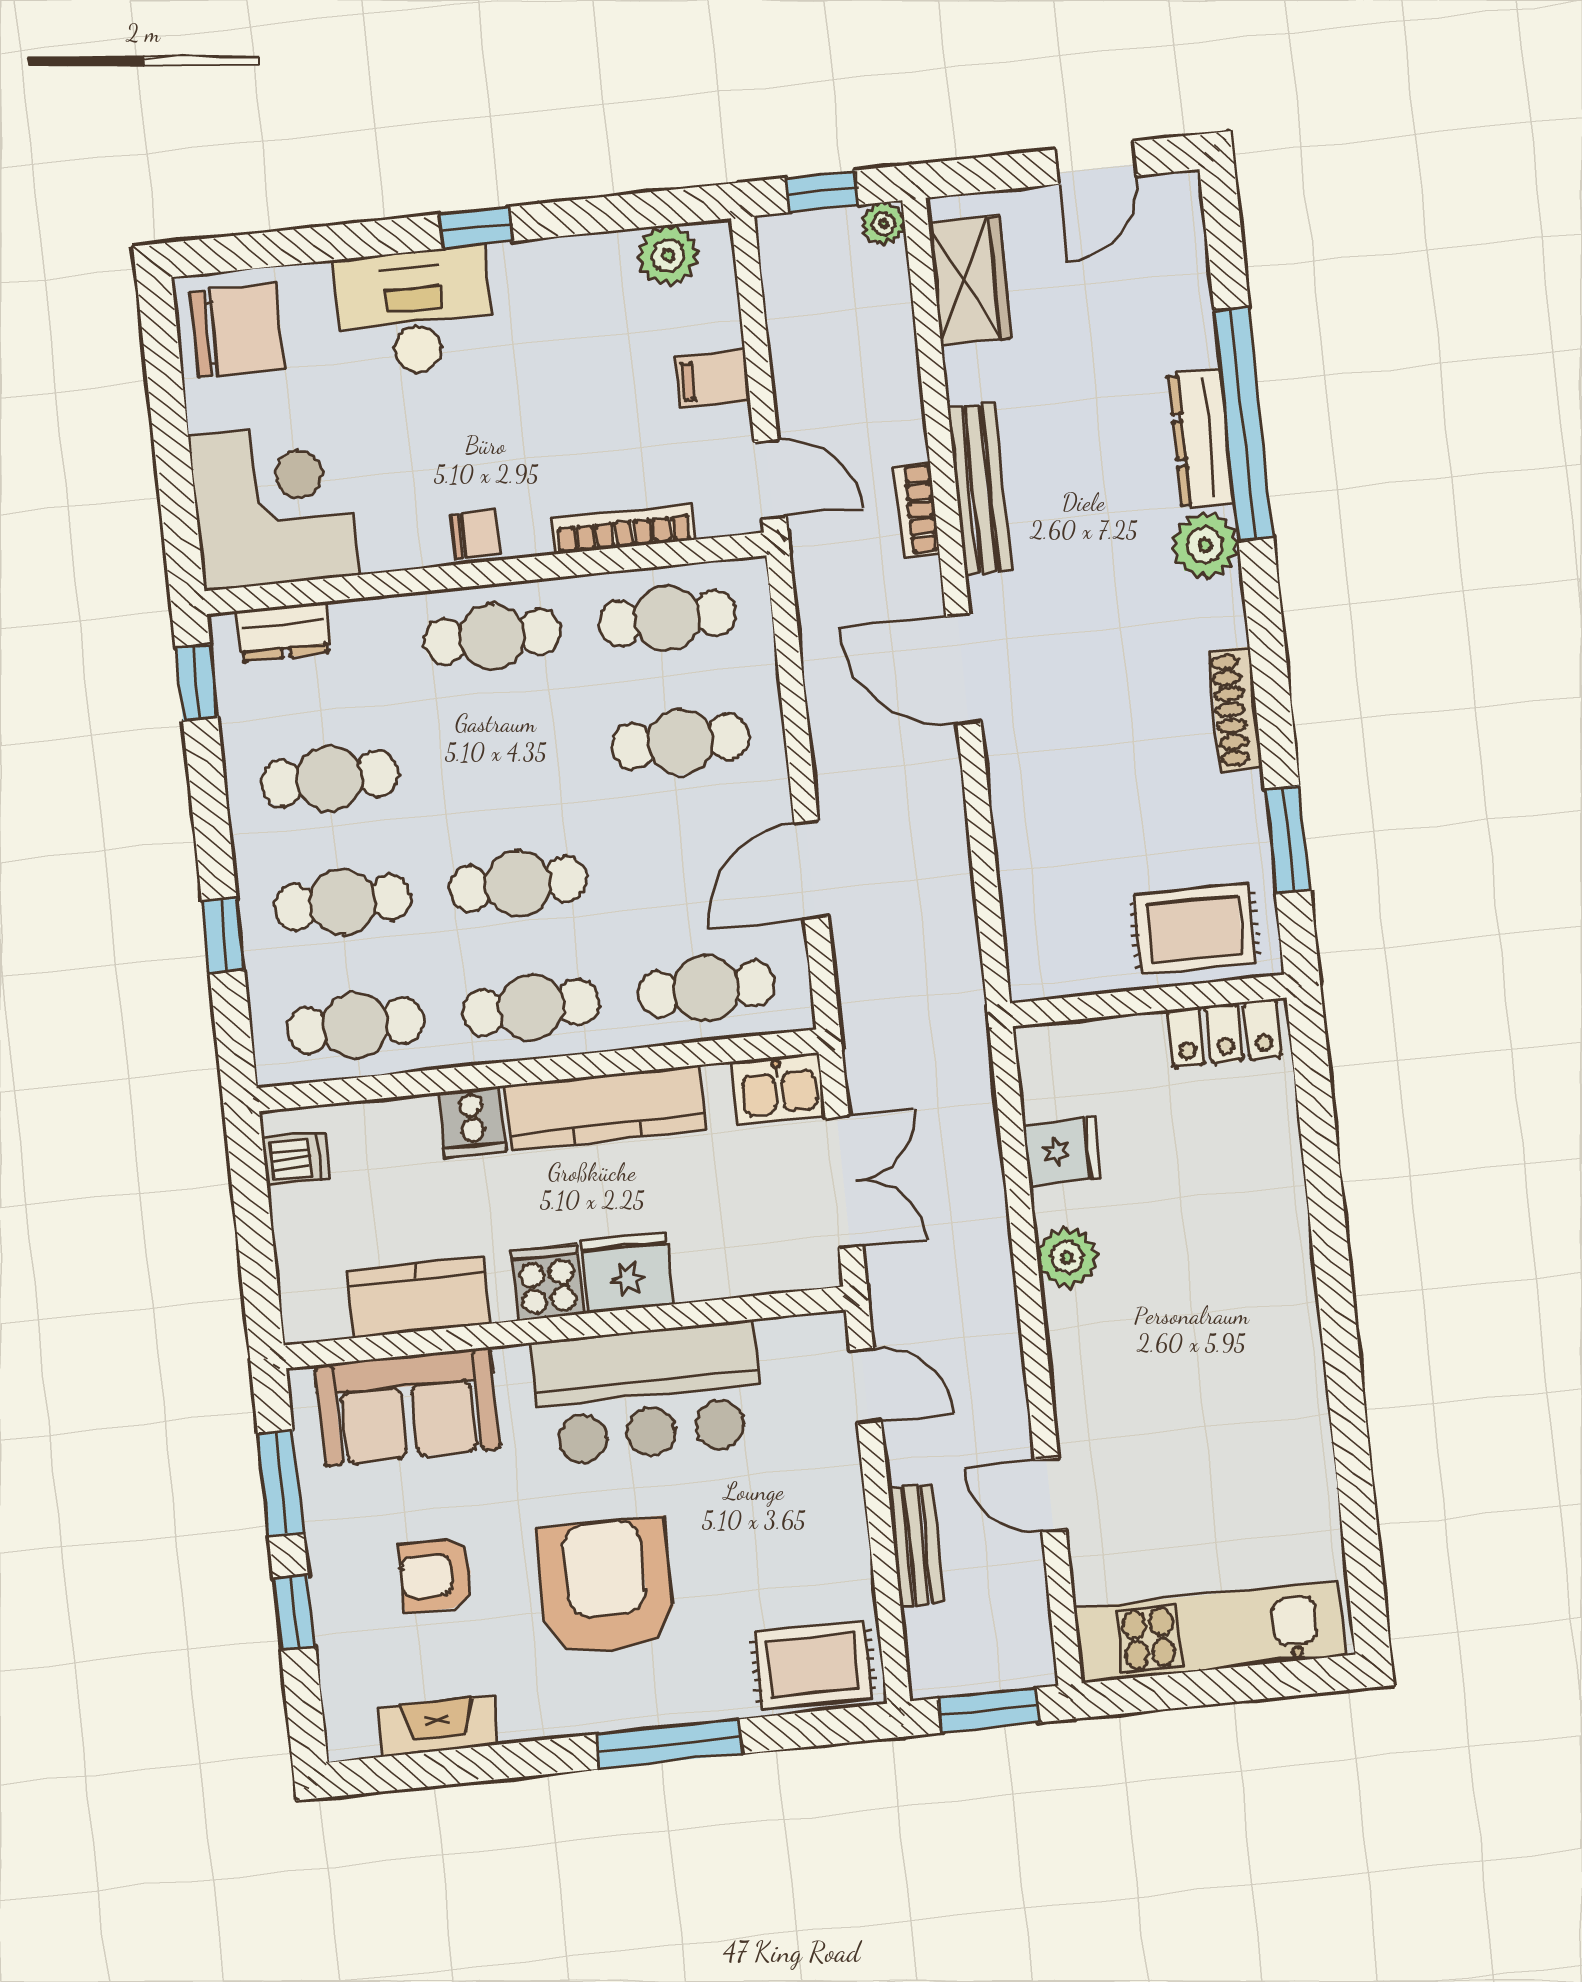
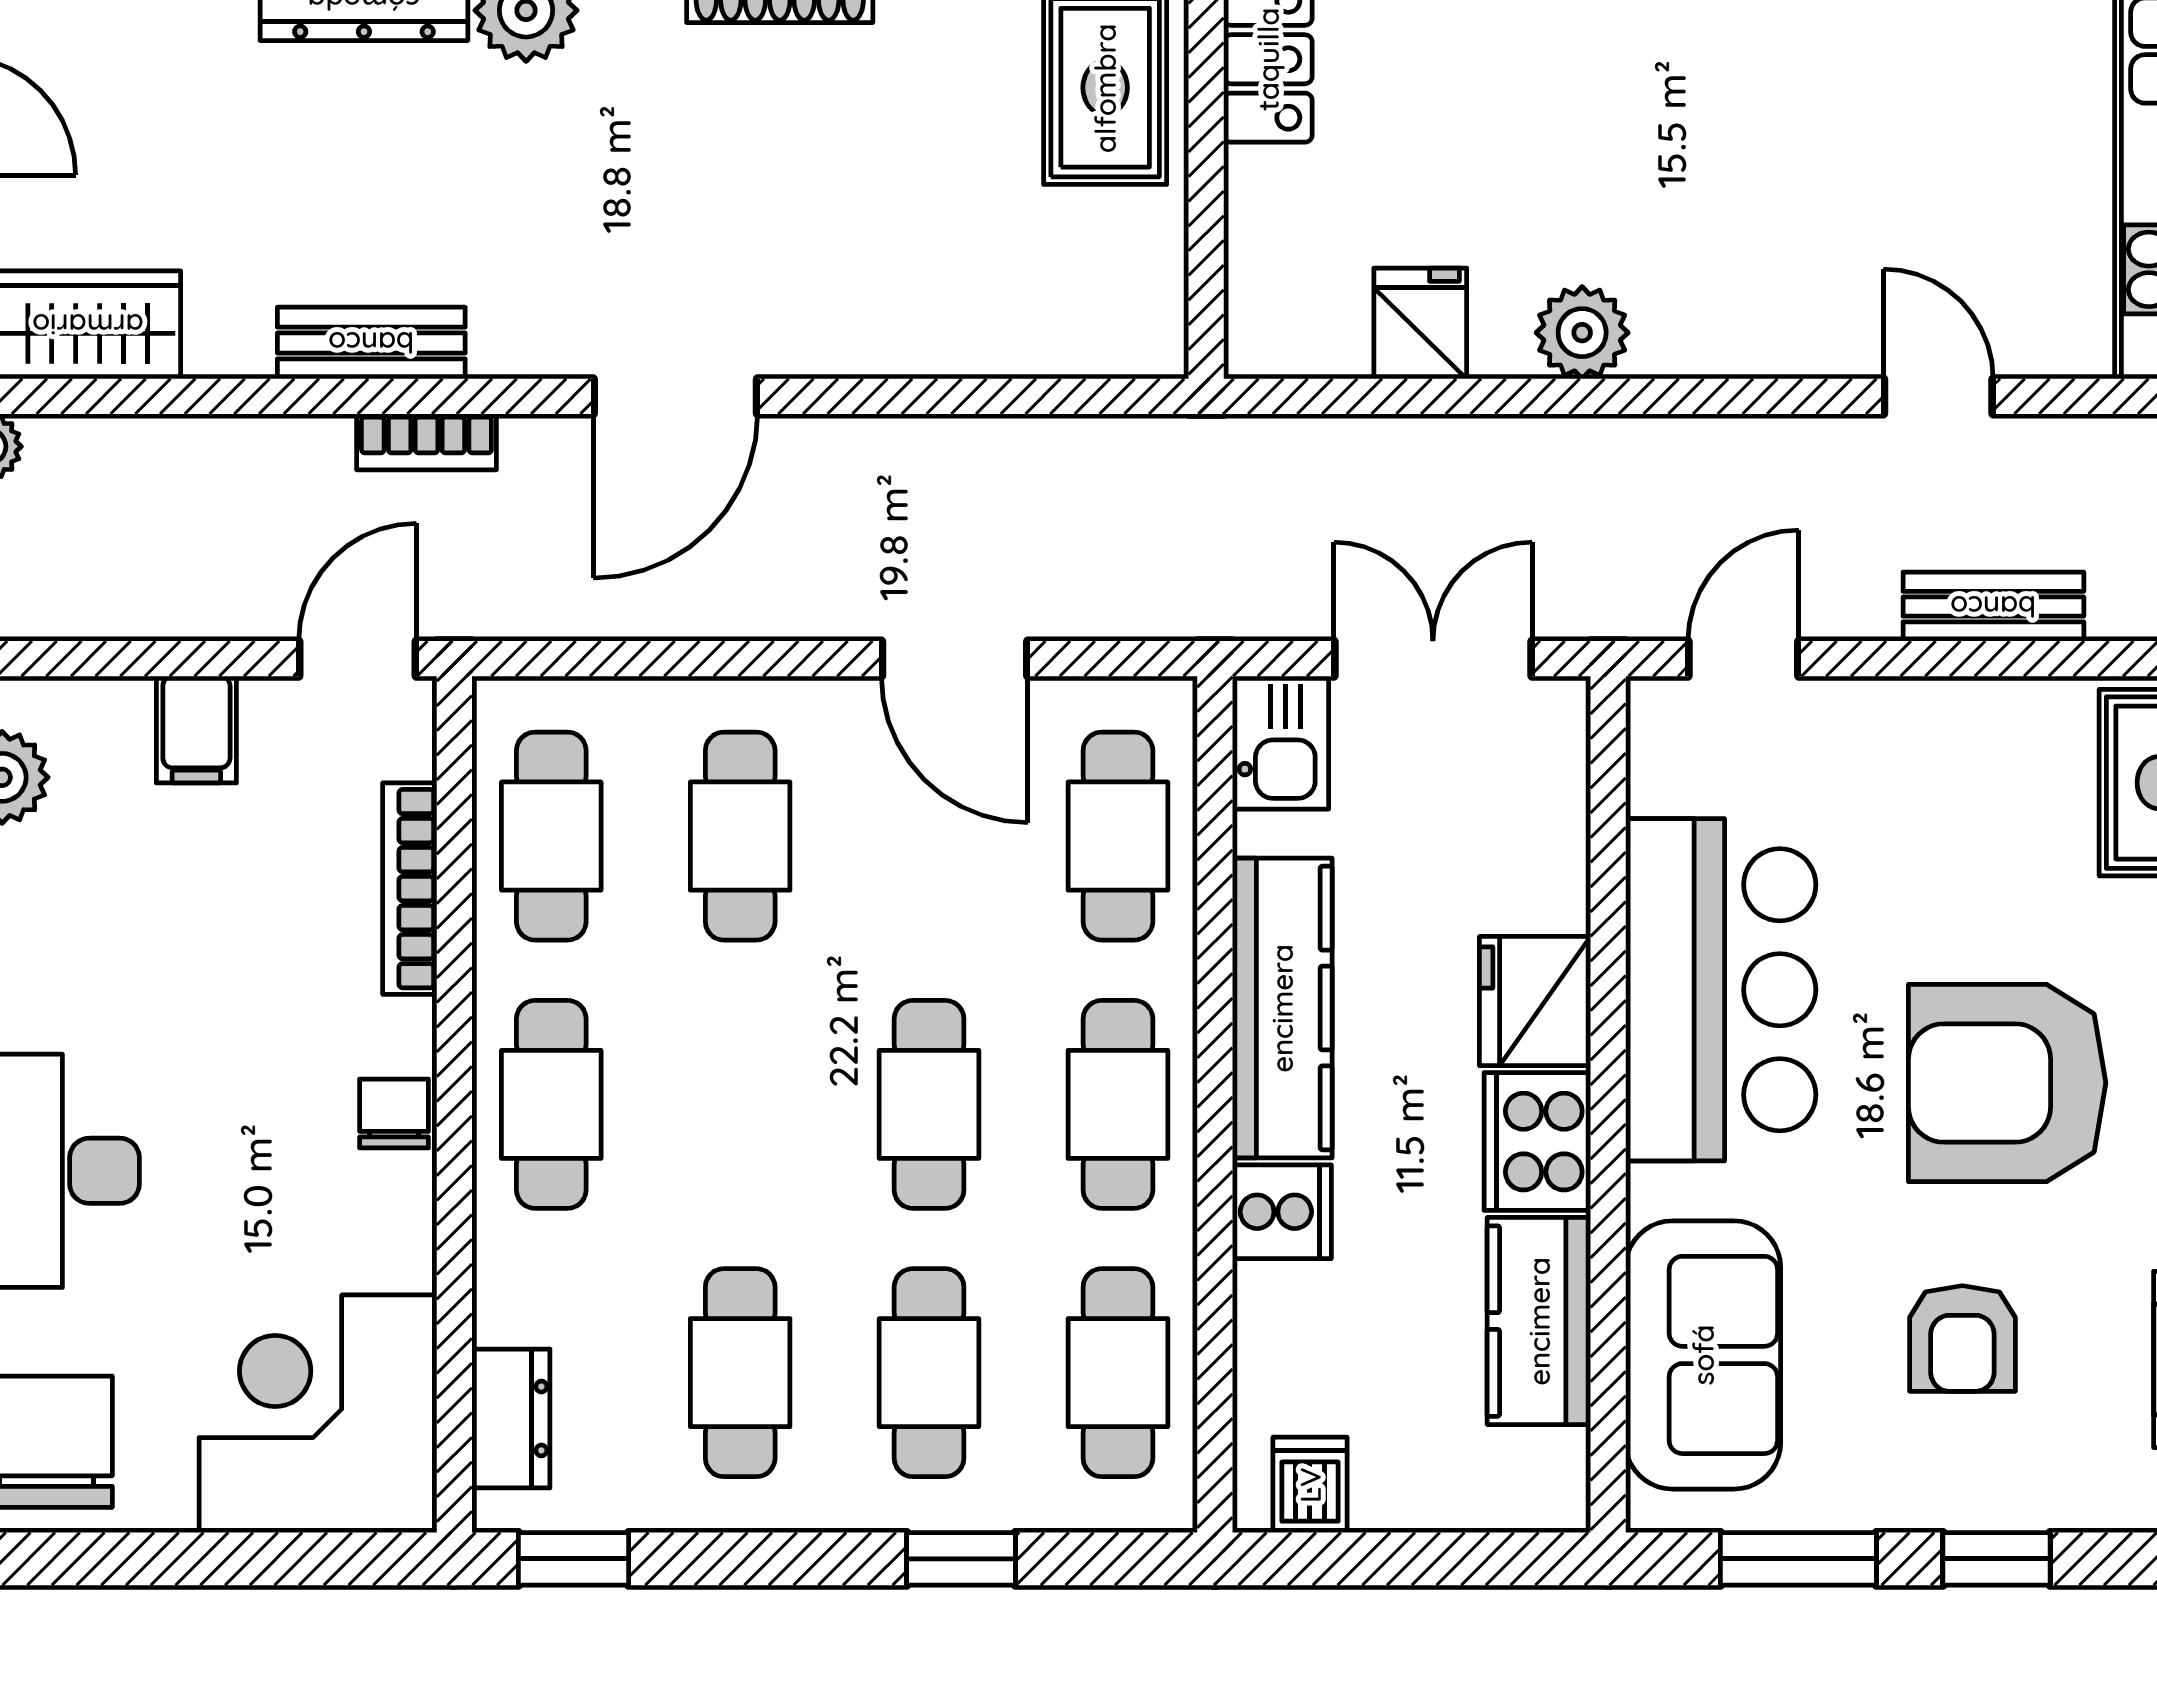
bench: (980, 489) -> (371, 343), width x0.73
cooker: (547, 1283) -> (1537, 1142), width x1.36
door: (1050, 1495) -> (1938, 396), swing flipped

